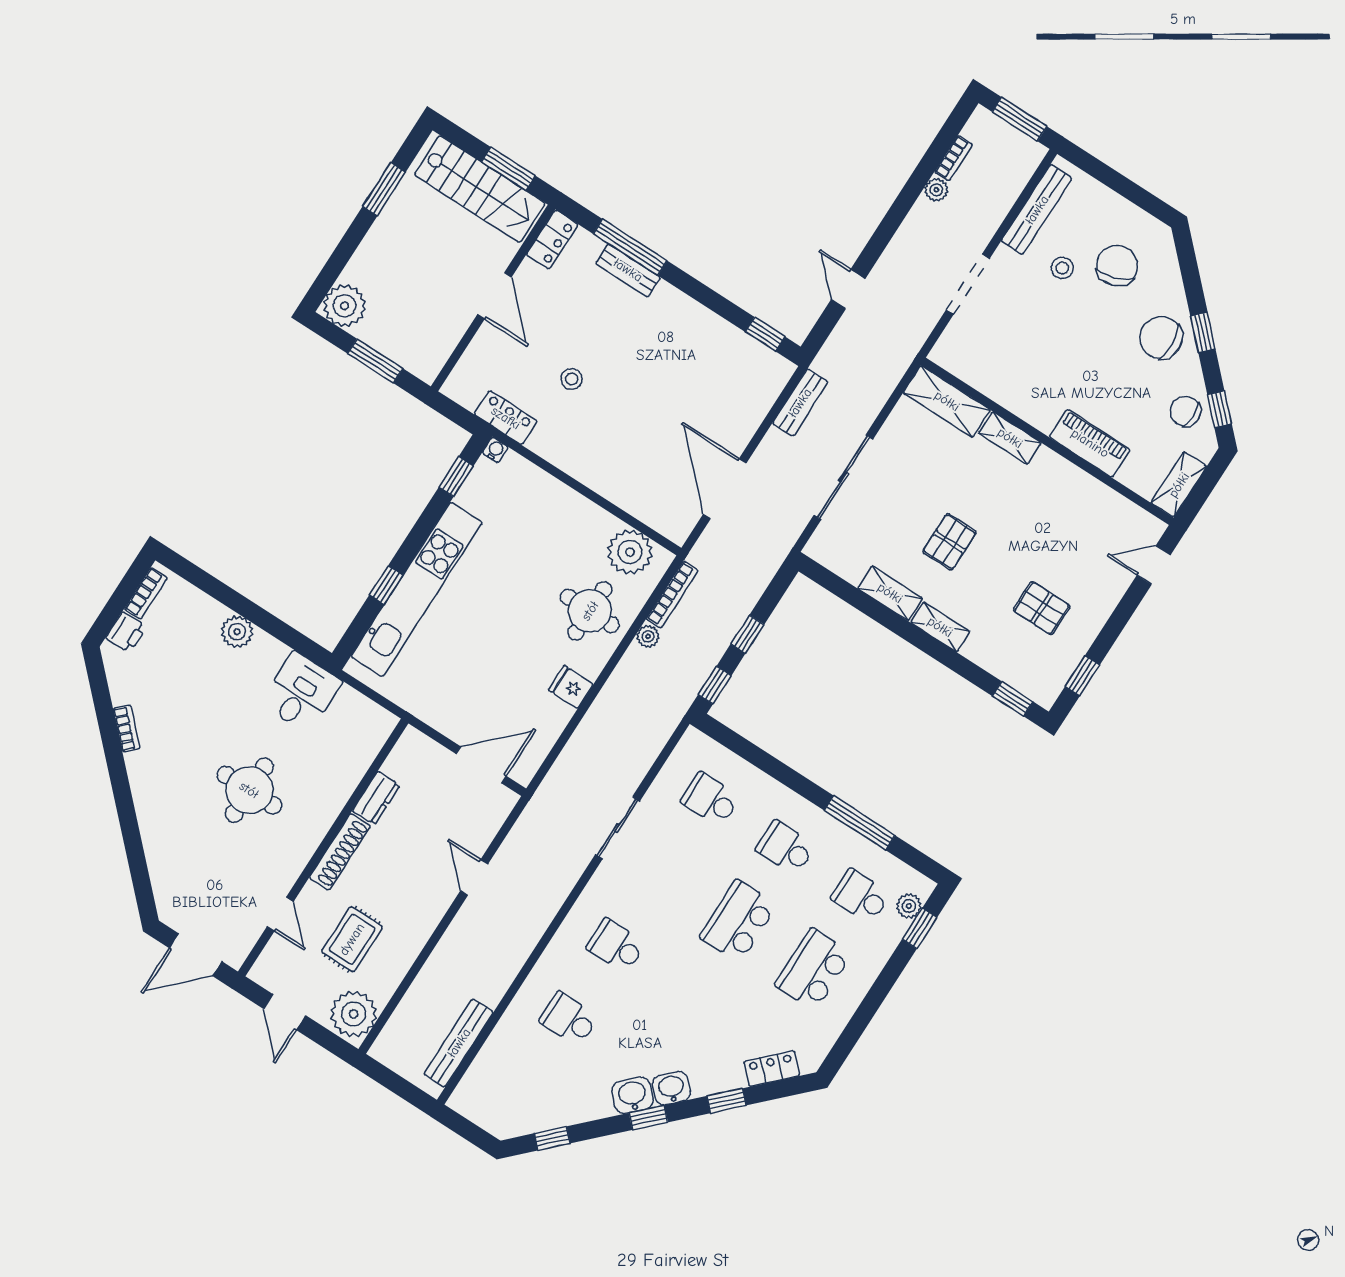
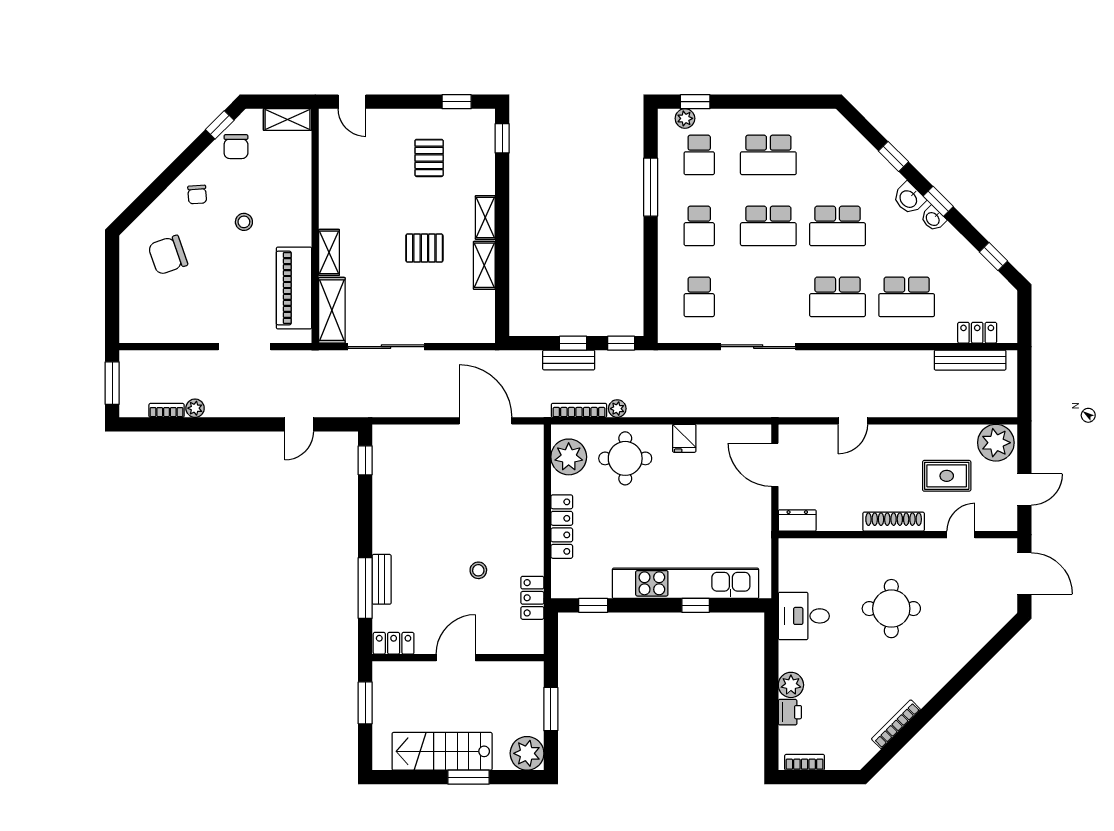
window: (384, 189) -> (469, 777), moved
stairs: (480, 189) -> (442, 751), moved, turned -90
bench: (1037, 210) -> (165, 333), removed
stool: (1062, 268) -> (244, 222), moved
window: (1203, 332) -> (176, 169), removed
chair: (1161, 338) -> (197, 195), width x0.54, depth x0.54
bench: (800, 403) -> (569, 360), moved
piano: (1090, 443) -> (294, 288), moved, width x1.37, depth x1.33
water cooler: (495, 450) -> (558, 591), removed
sliding door: (843, 477) -> (386, 347), moved
door: (725, 489) -> (486, 421), swing flipped
locker: (561, 497) -> (562, 527), added
printer: (126, 632) -> (790, 712), moved, turned 90
bookcase: (127, 728) -> (896, 724), width x1.56
dresser: (376, 798) -> (797, 520), moved
sliding door: (617, 828) -> (758, 347), width x1.37
school desk: (616, 946) -> (837, 297), width x1.85
school desk: (691, 994) -> (837, 226), added
school desk: (569, 1019) -> (907, 297), width x1.85
locker: (772, 1069) -> (977, 333), moved, turned 135
washbasin: (632, 1095) -> (933, 219), width x0.72, depth x0.69

